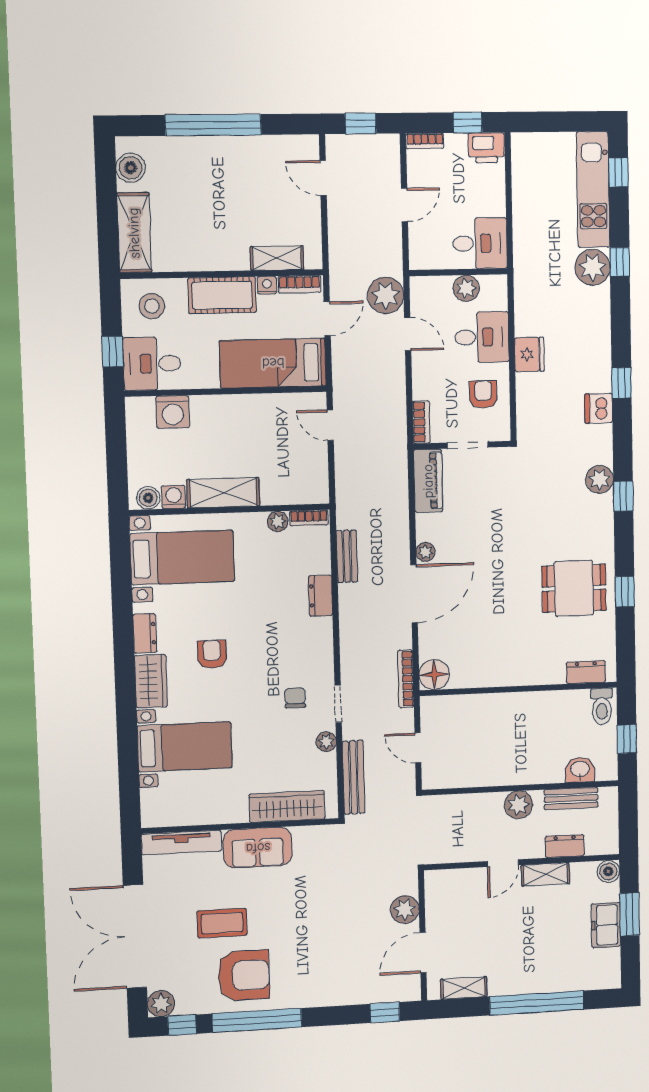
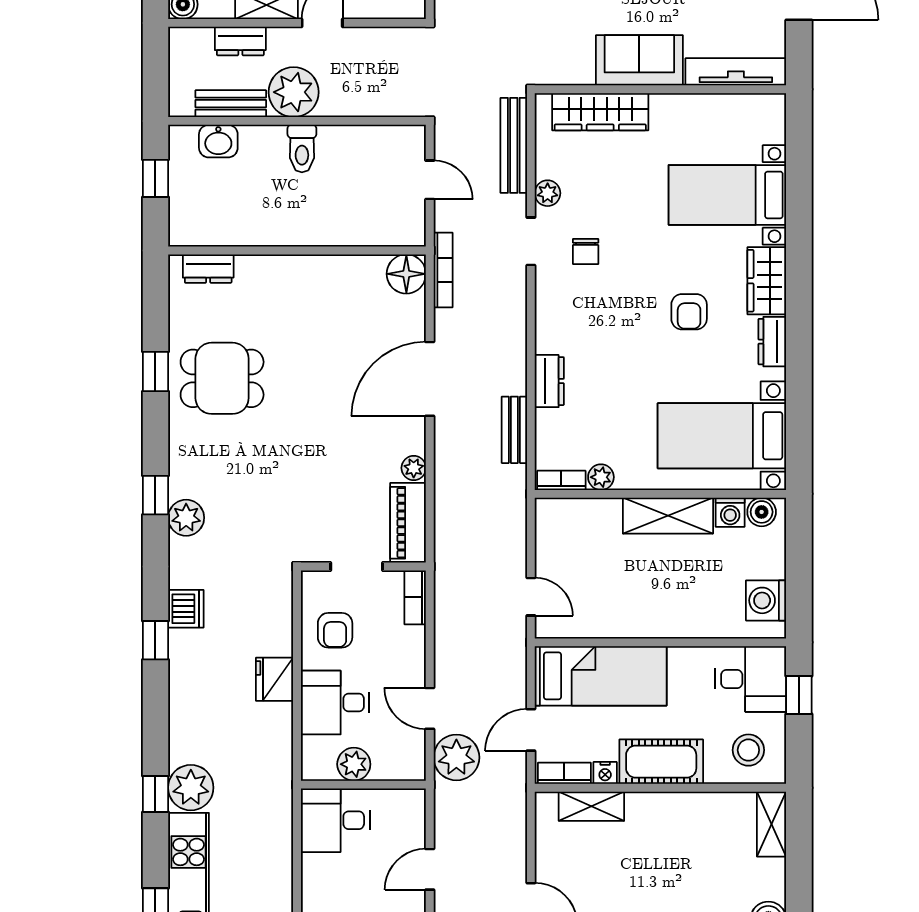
shelving: (134, 233) -> (772, 824), width x0.67, depth x0.75
washing machine: (173, 412) -> (766, 600), moved, turned -90
plant: (426, 552) -> (414, 468), moved
toilet: (602, 706) -> (302, 148), moved, turned 180
plant: (518, 805) -> (294, 92), width x1.36, depth x1.36

